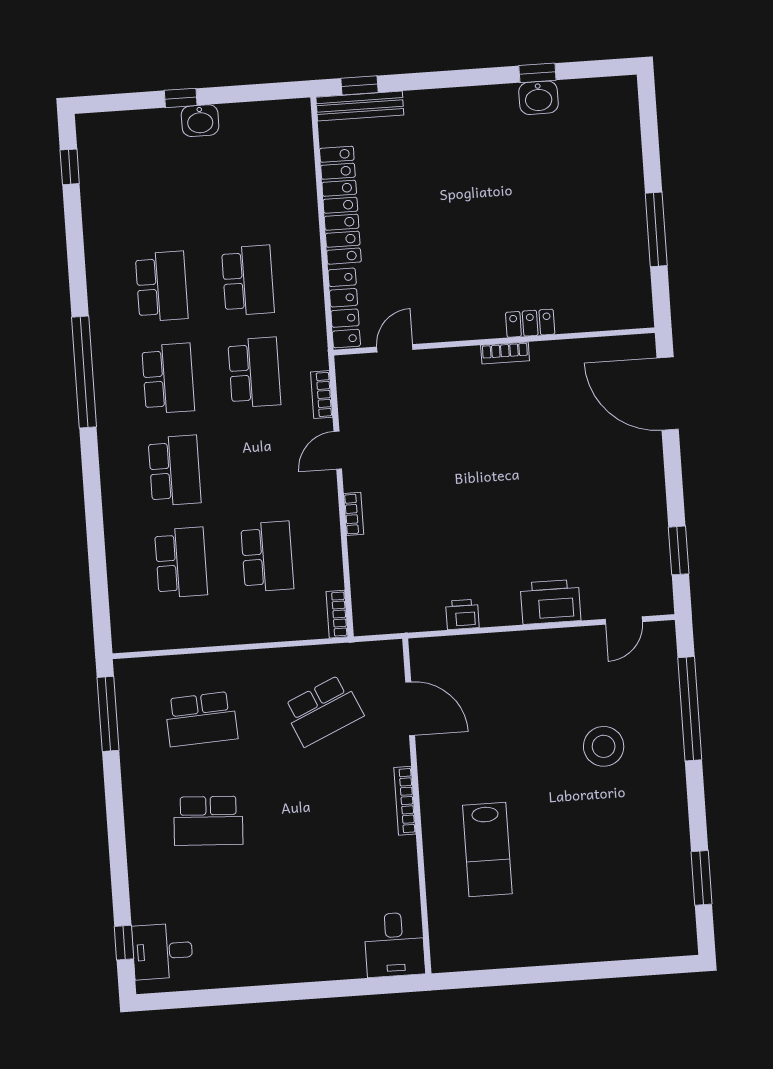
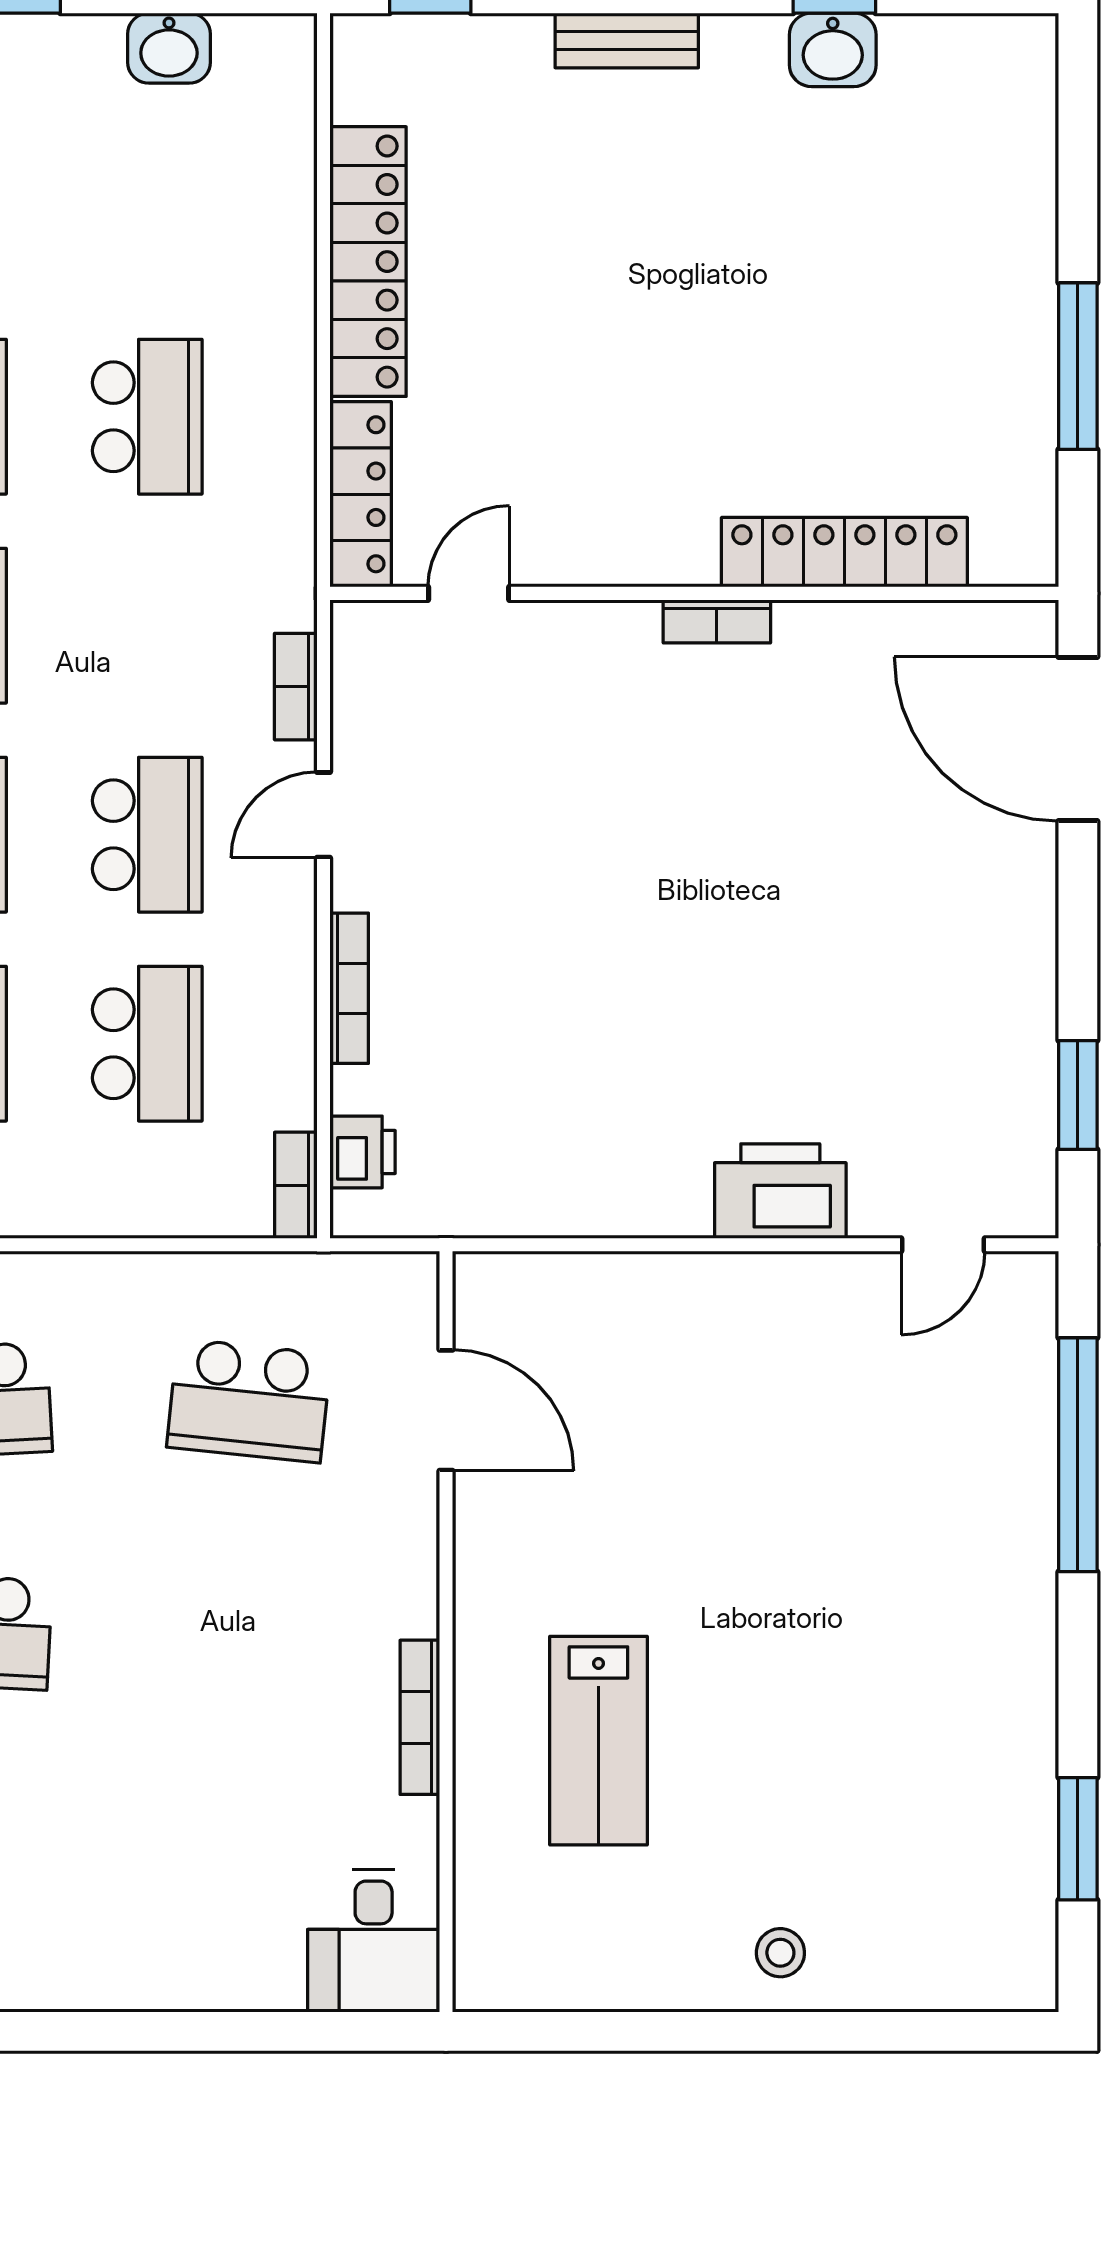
bench: (360, 106) -> (627, 40), moved, width x0.73
washbasin: (200, 121) -> (169, 48), moved
locker: (530, 323) -> (844, 552), width x2.16, depth x1.21
school desk: (254, 372) -> (147, 835), moved
bookcase: (354, 514) -> (349, 988), width x1.56
printer: (462, 614) -> (363, 1152), moved, turned 90
school desk: (323, 710) -> (249, 1401), turned 30
stool: (604, 746) -> (780, 1953), moved, width x0.53, depth x0.53
bookcase: (405, 801) -> (420, 1717), moved

